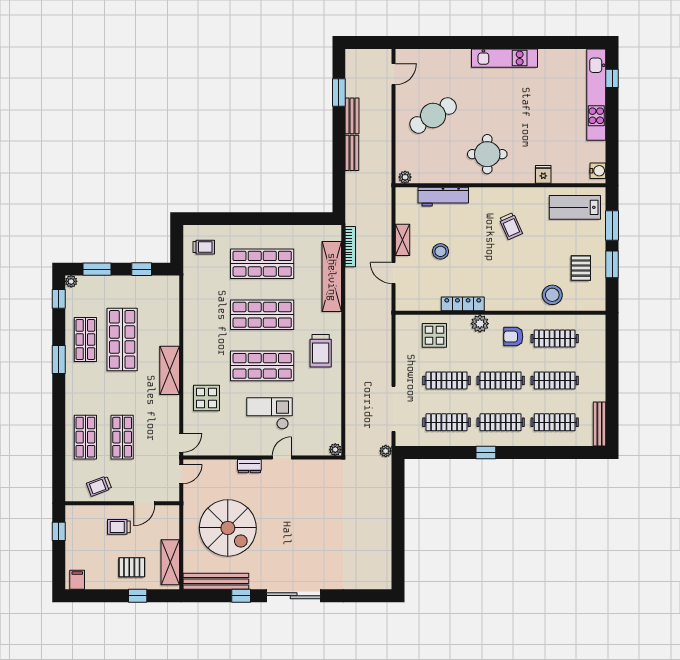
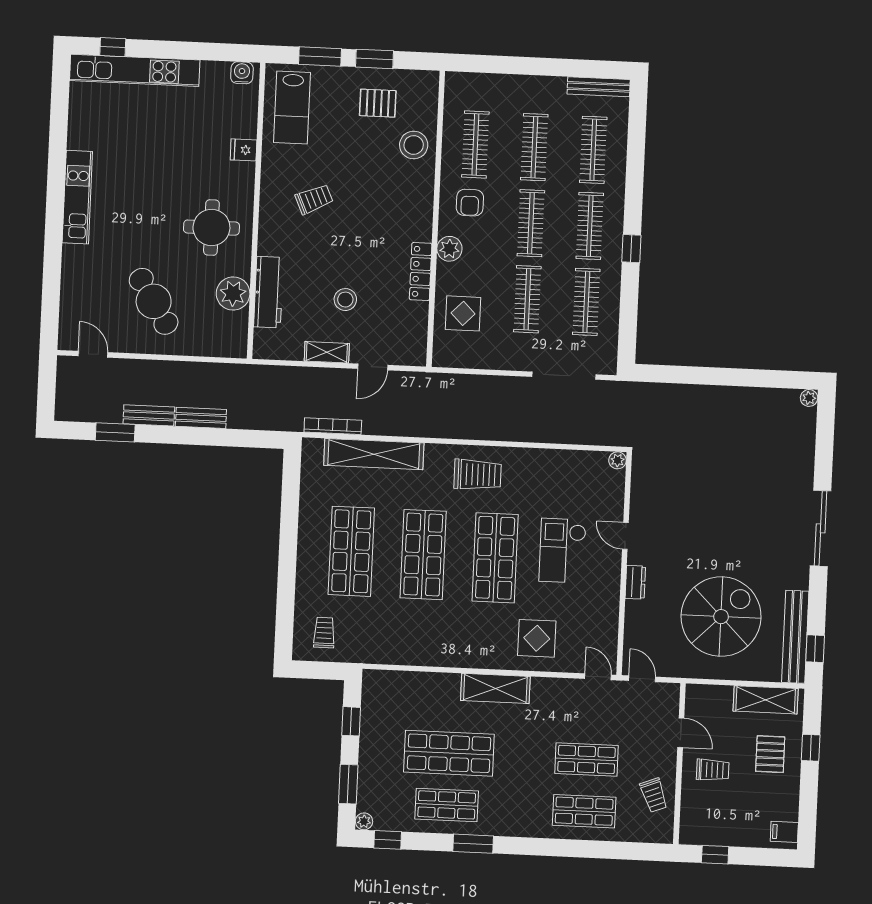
plant: (405, 177) -> (233, 294), moved, width x1.88, depth x1.88
plant: (386, 451) -> (809, 398), moved
trolley: (119, 527) -> (713, 770), turned -90
window: (241, 596) -> (815, 649), moved

